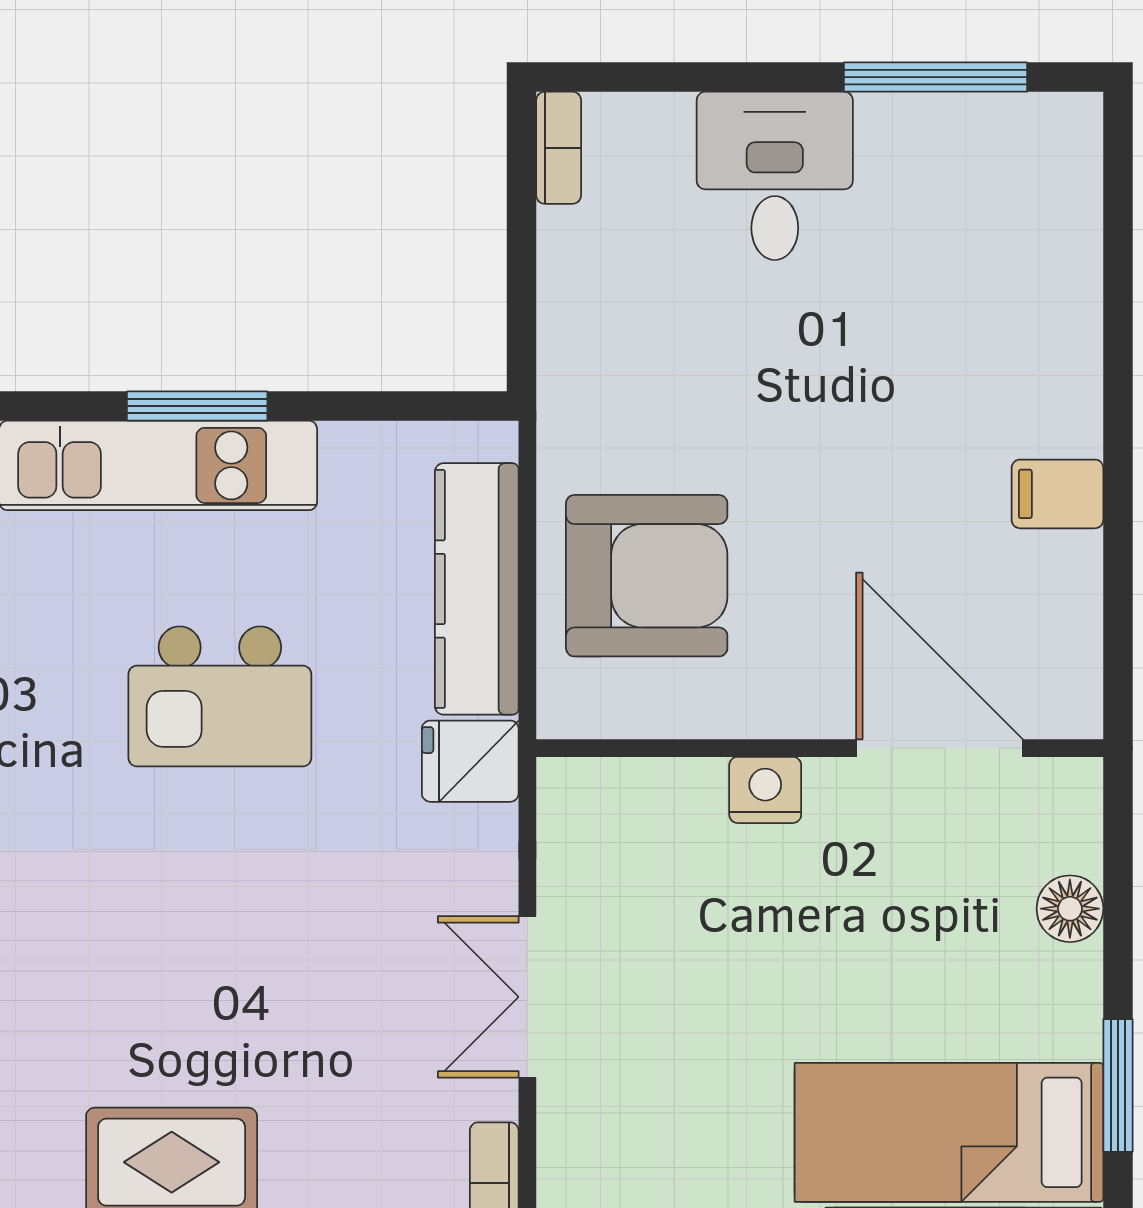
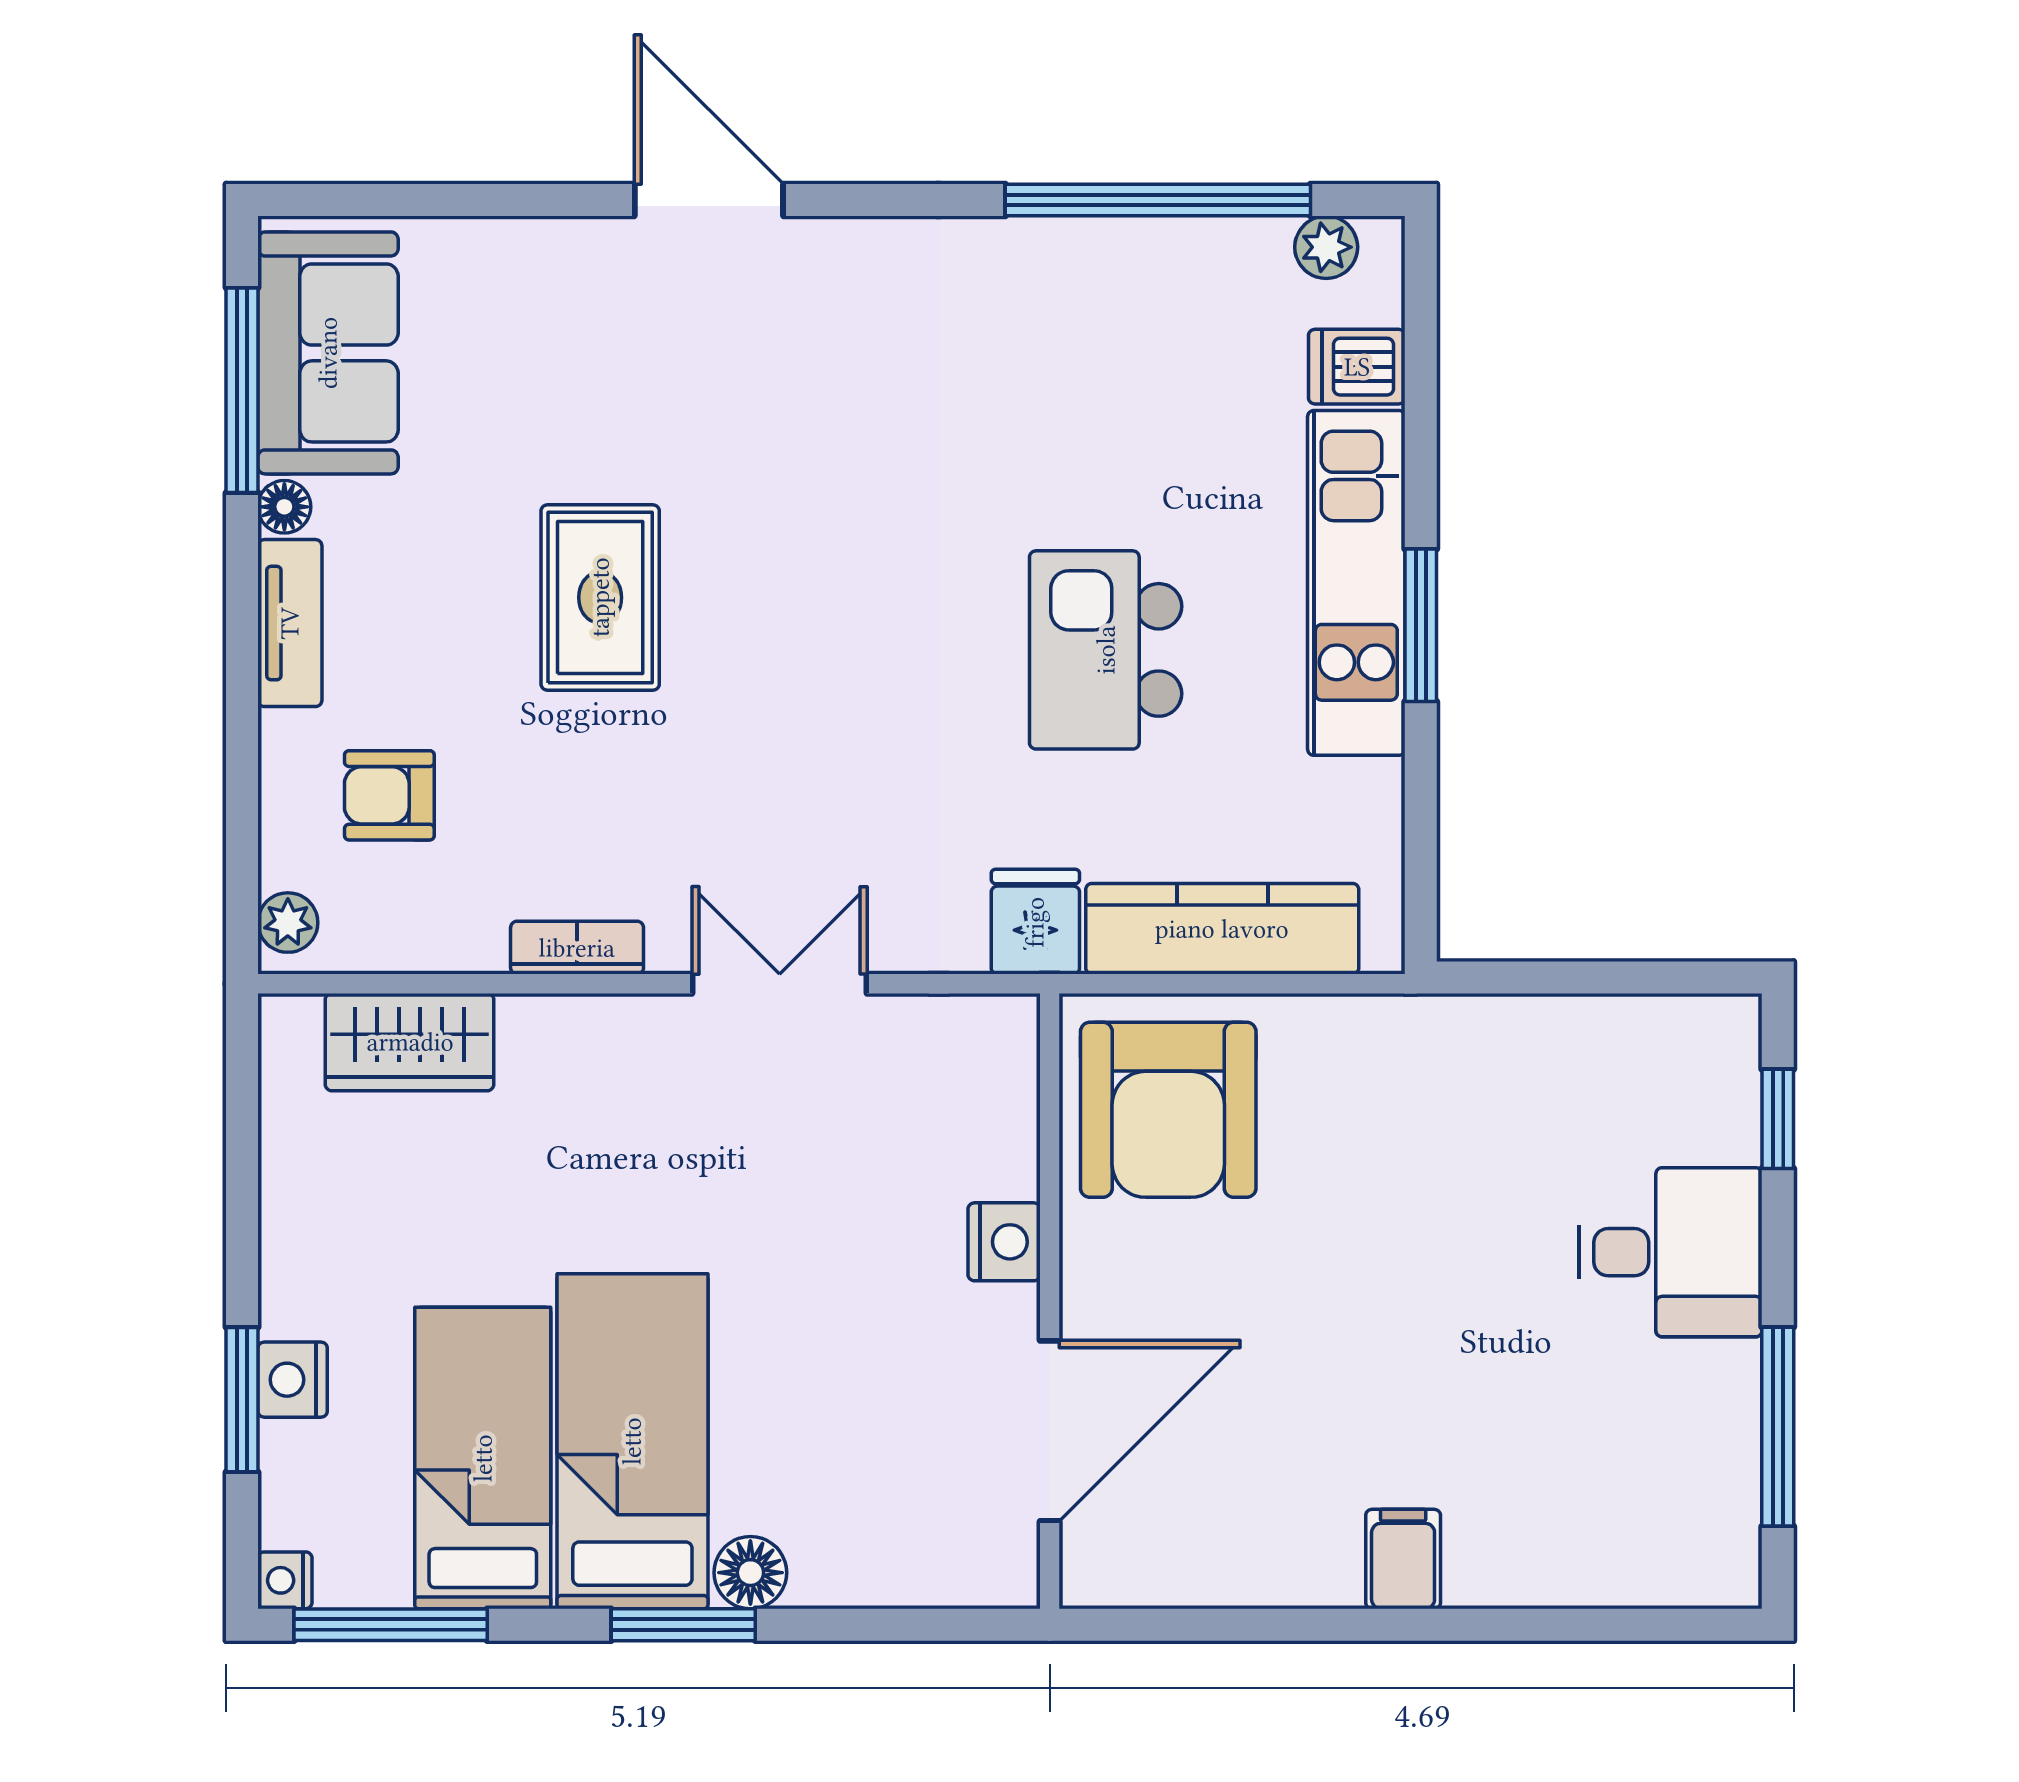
window: (652, 77) -> (1778, 1119), added
bookcase: (559, 148) -> (1701, 1018), removed
filing cabinet: (1057, 494) -> (1403, 1559), moved
armchair: (647, 576) -> (1168, 1110), moved
floor lamp: (1070, 909) -> (750, 1573), moved

